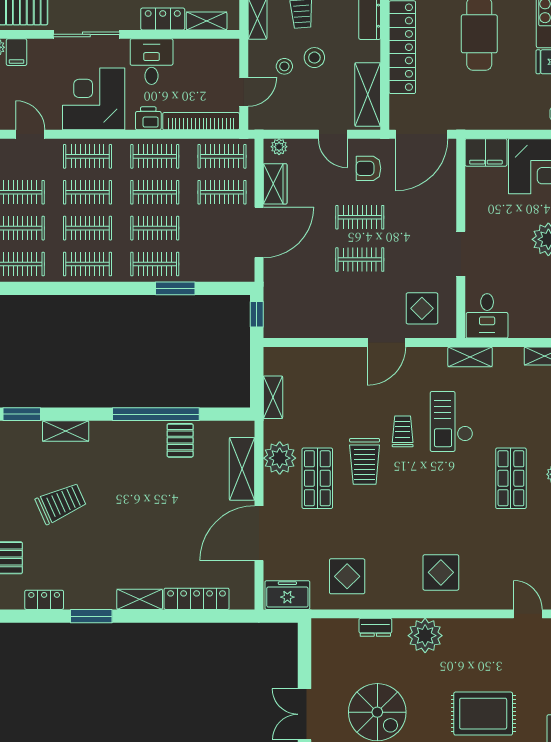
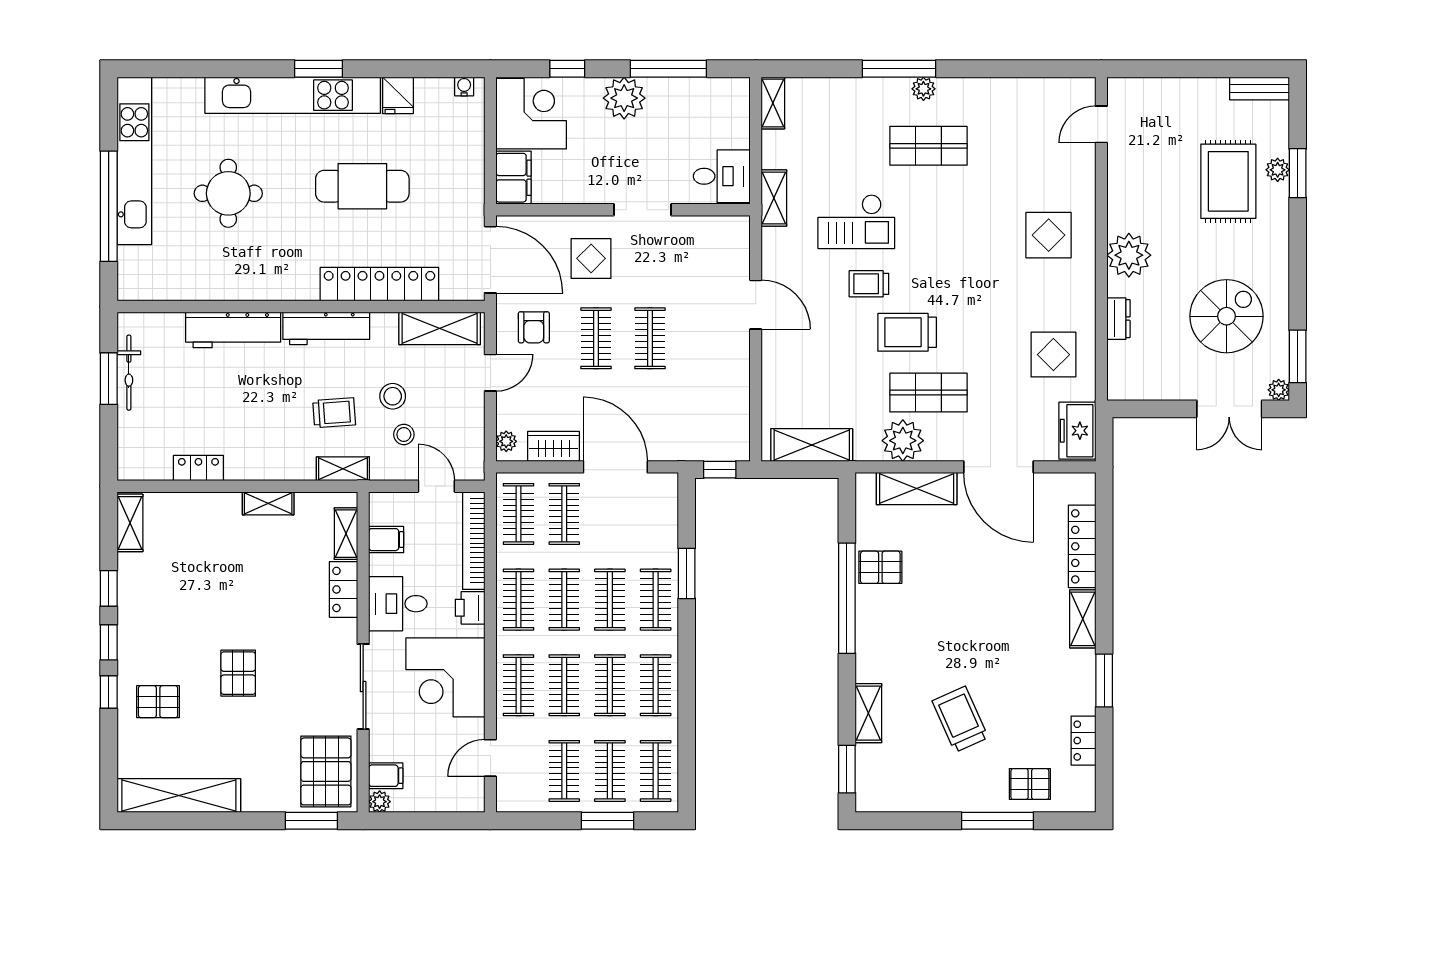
filing cabinet: (202, 52) -> (386, 540), added
display table: (422, 308) -> (591, 258), moved
shelving: (273, 397) -> (812, 445), width x1.50, depth x1.33
trolley: (365, 461) -> (907, 332), turned 180

